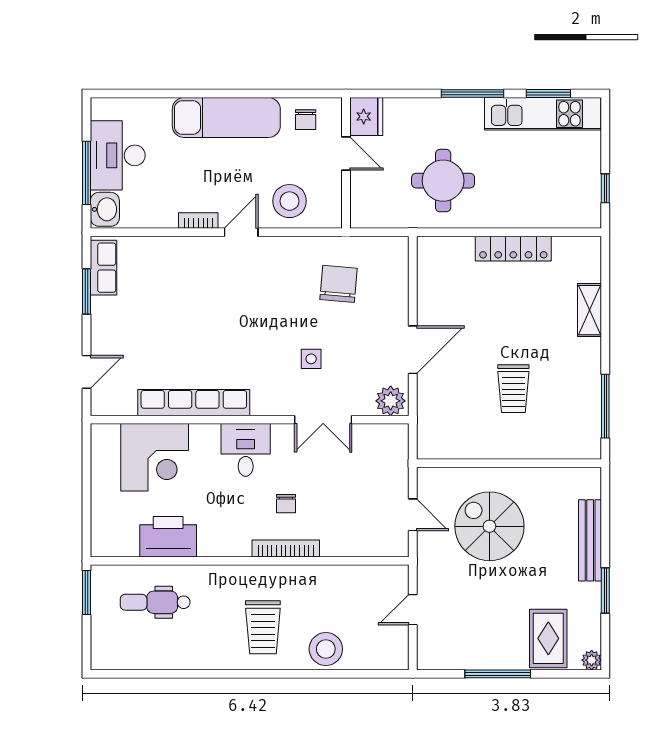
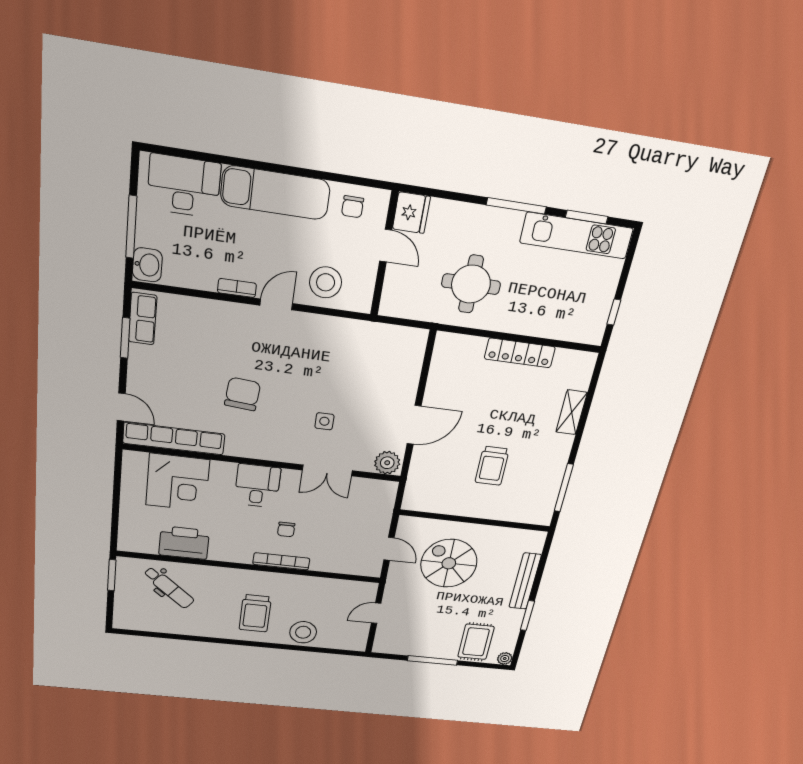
desk: (118, 155) -> (184, 186), moved, turned 90
chair: (338, 284) -> (243, 394), moved
door: (87, 372) -> (121, 407), hinge flipped
row of seats: (194, 403) -> (174, 439), moved
dental chair: (155, 602) -> (169, 588), turned -141

